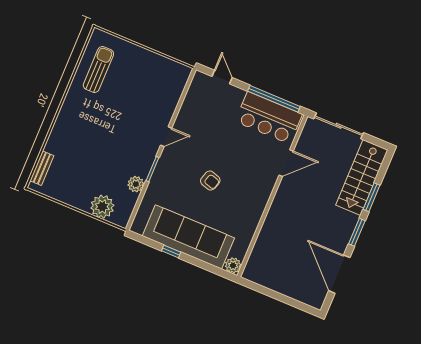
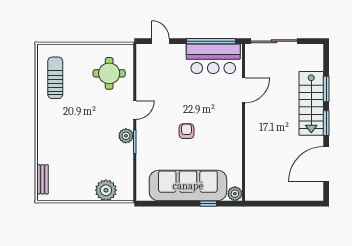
round table: (156, 88) -> (109, 73), added
stairs: (362, 177) -> (311, 103), moved
armchair: (210, 181) -> (186, 131), turned -107
plant: (136, 184) -> (126, 136), moved
window: (171, 252) -> (208, 204), moved
door: (339, 274) -> (326, 164), hinge flipped

